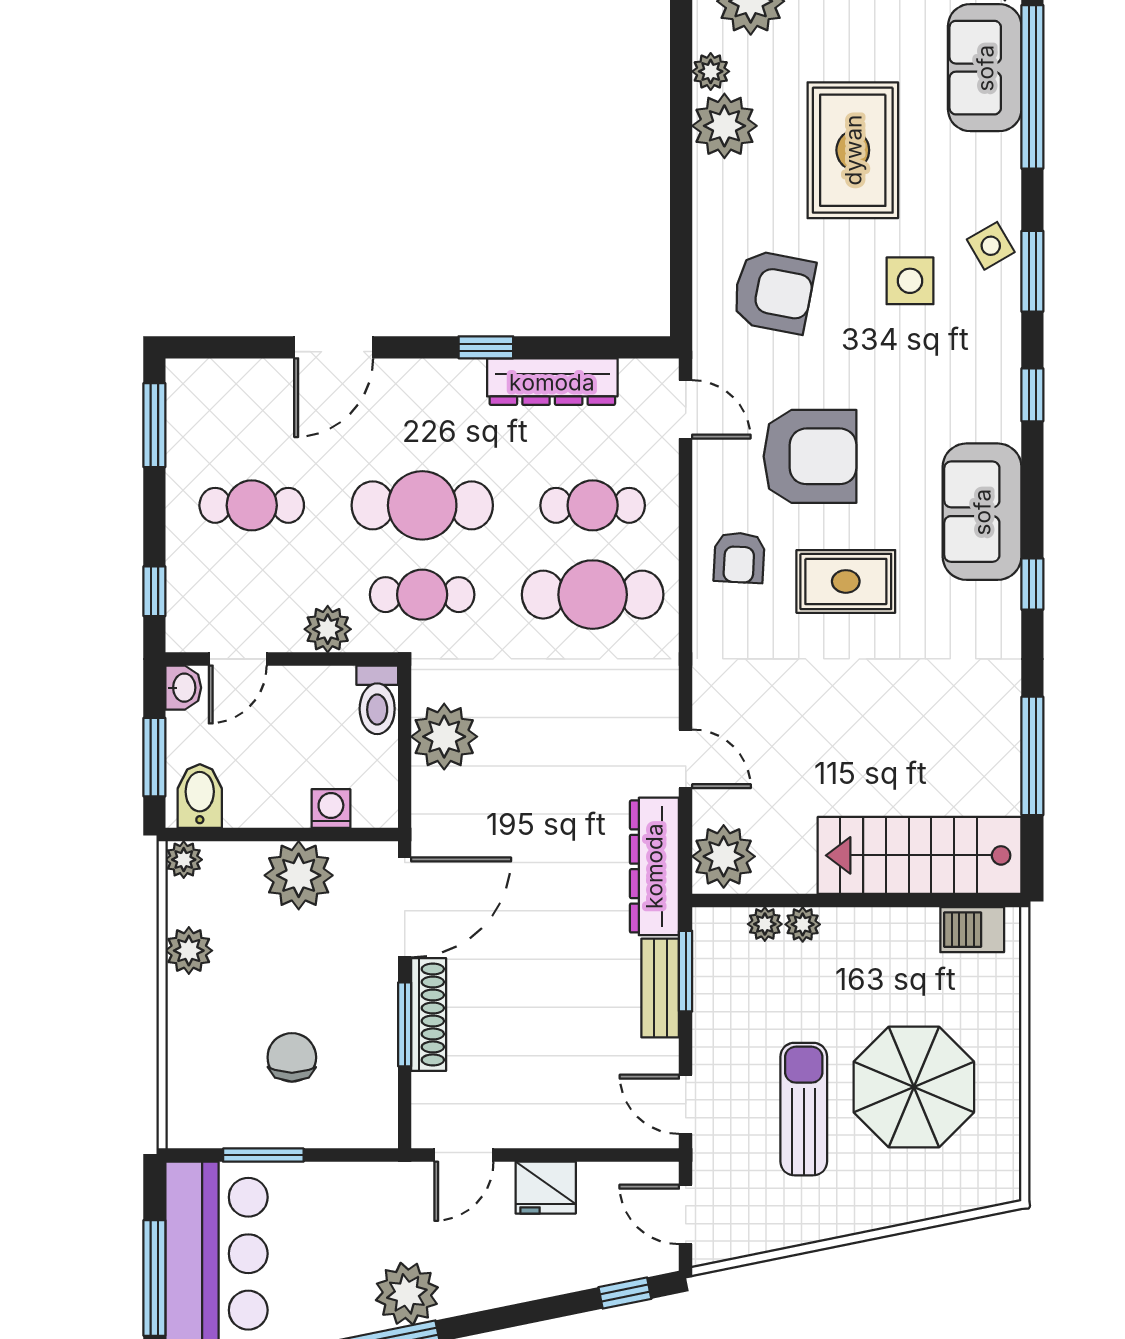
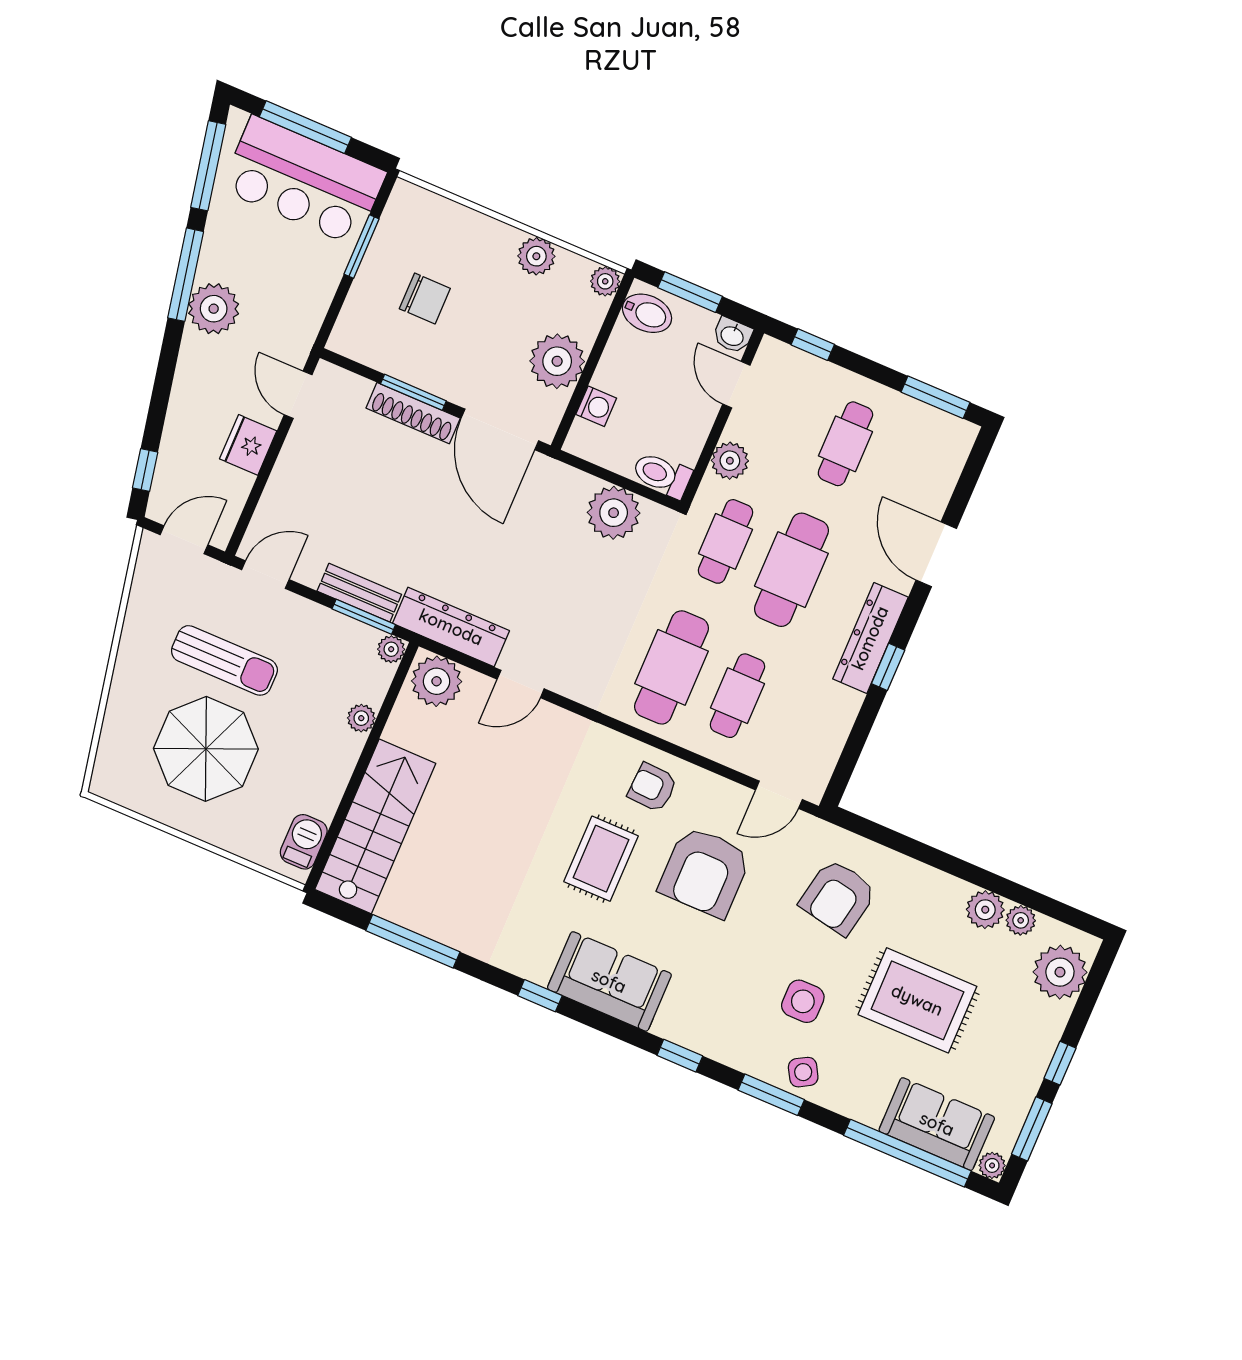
plant: (724, 126) -> (985, 910), width x0.73, depth x0.73
dresser: (552, 382) -> (870, 638), moved
plant: (765, 924) -> (391, 649), moved

